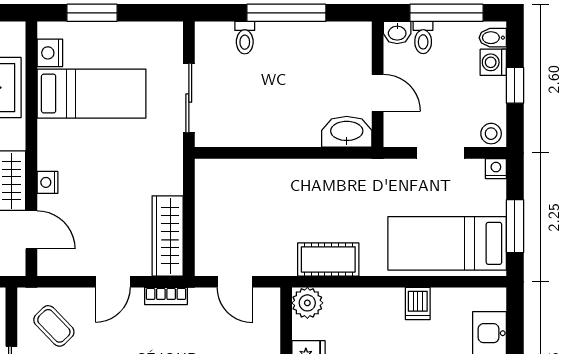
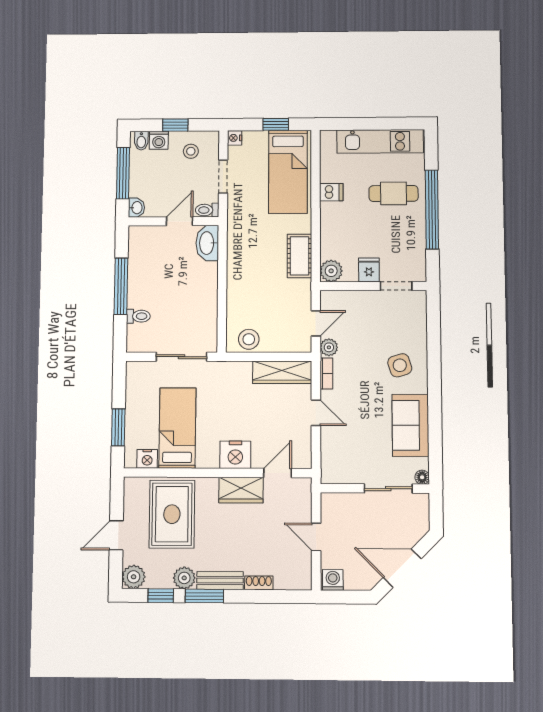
toilet: (423, 37) -> (207, 210), moved, turned 180
stool: (491, 134) -> (191, 151), moved
nightstand: (47, 182) -> (235, 455), width x1.89, depth x1.79
stool: (213, 190) -> (249, 339), added
window: (515, 226) -> (276, 124), width x0.67
plant: (202, 300) -> (329, 347), added
coffee table: (54, 326) -> (349, 457), removed

